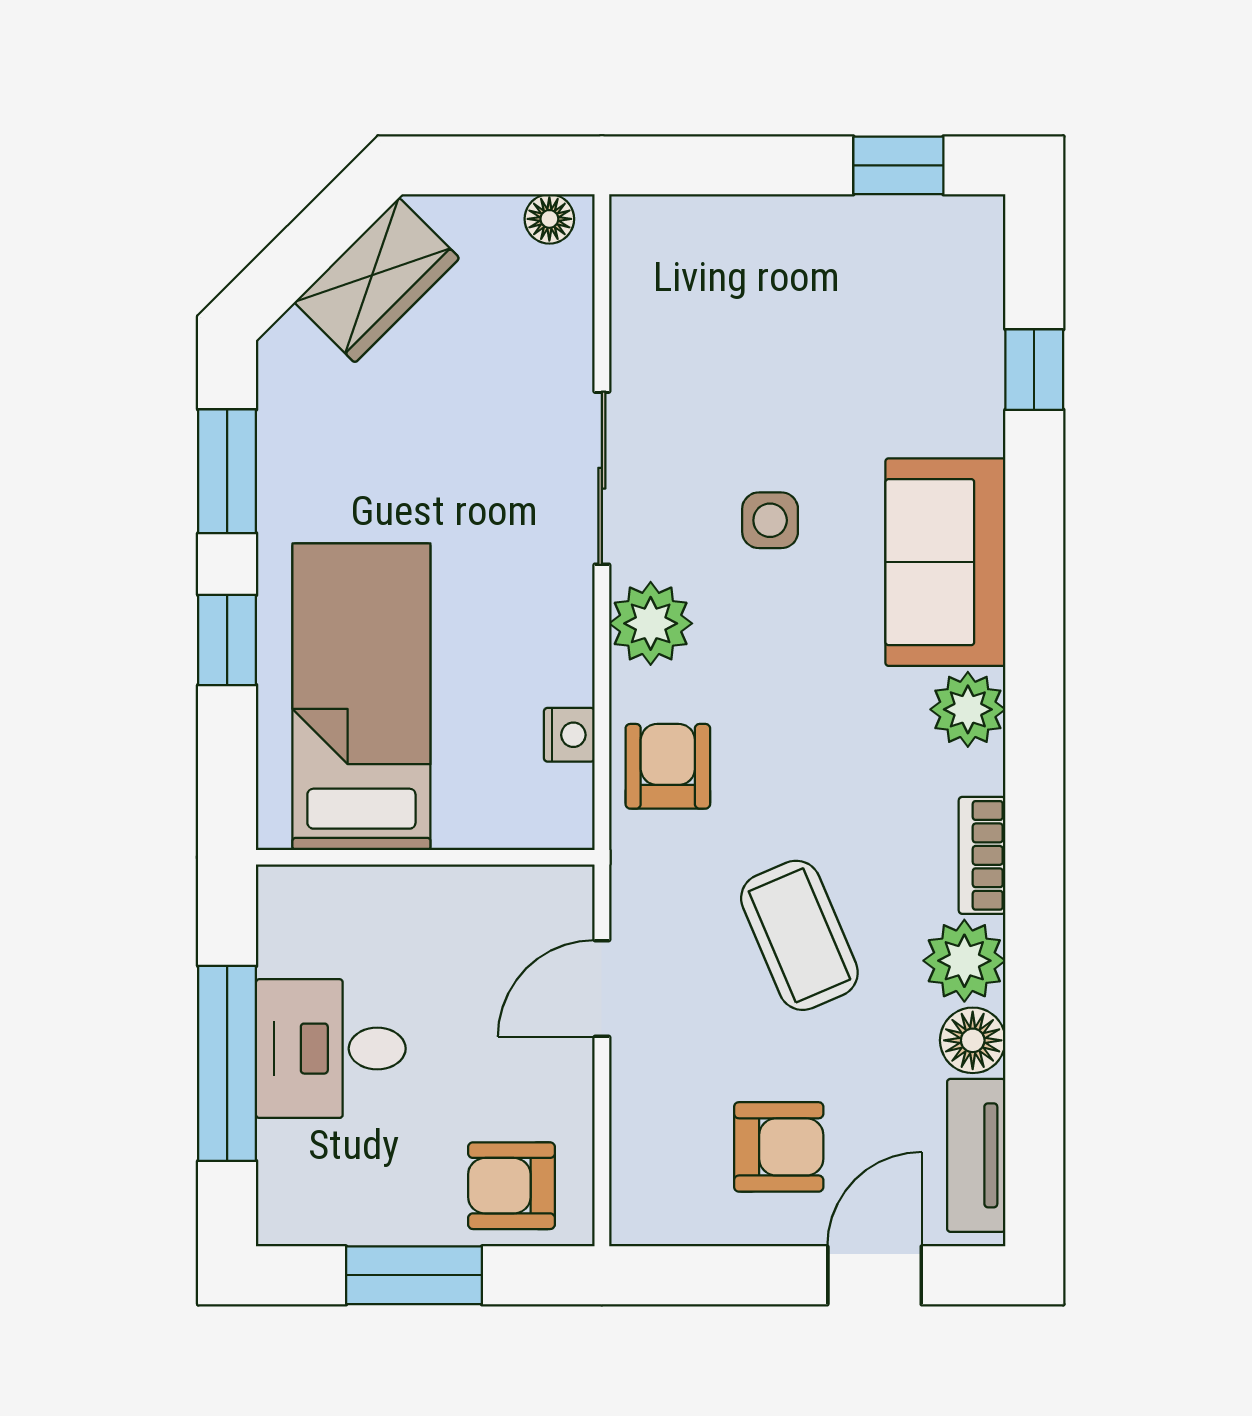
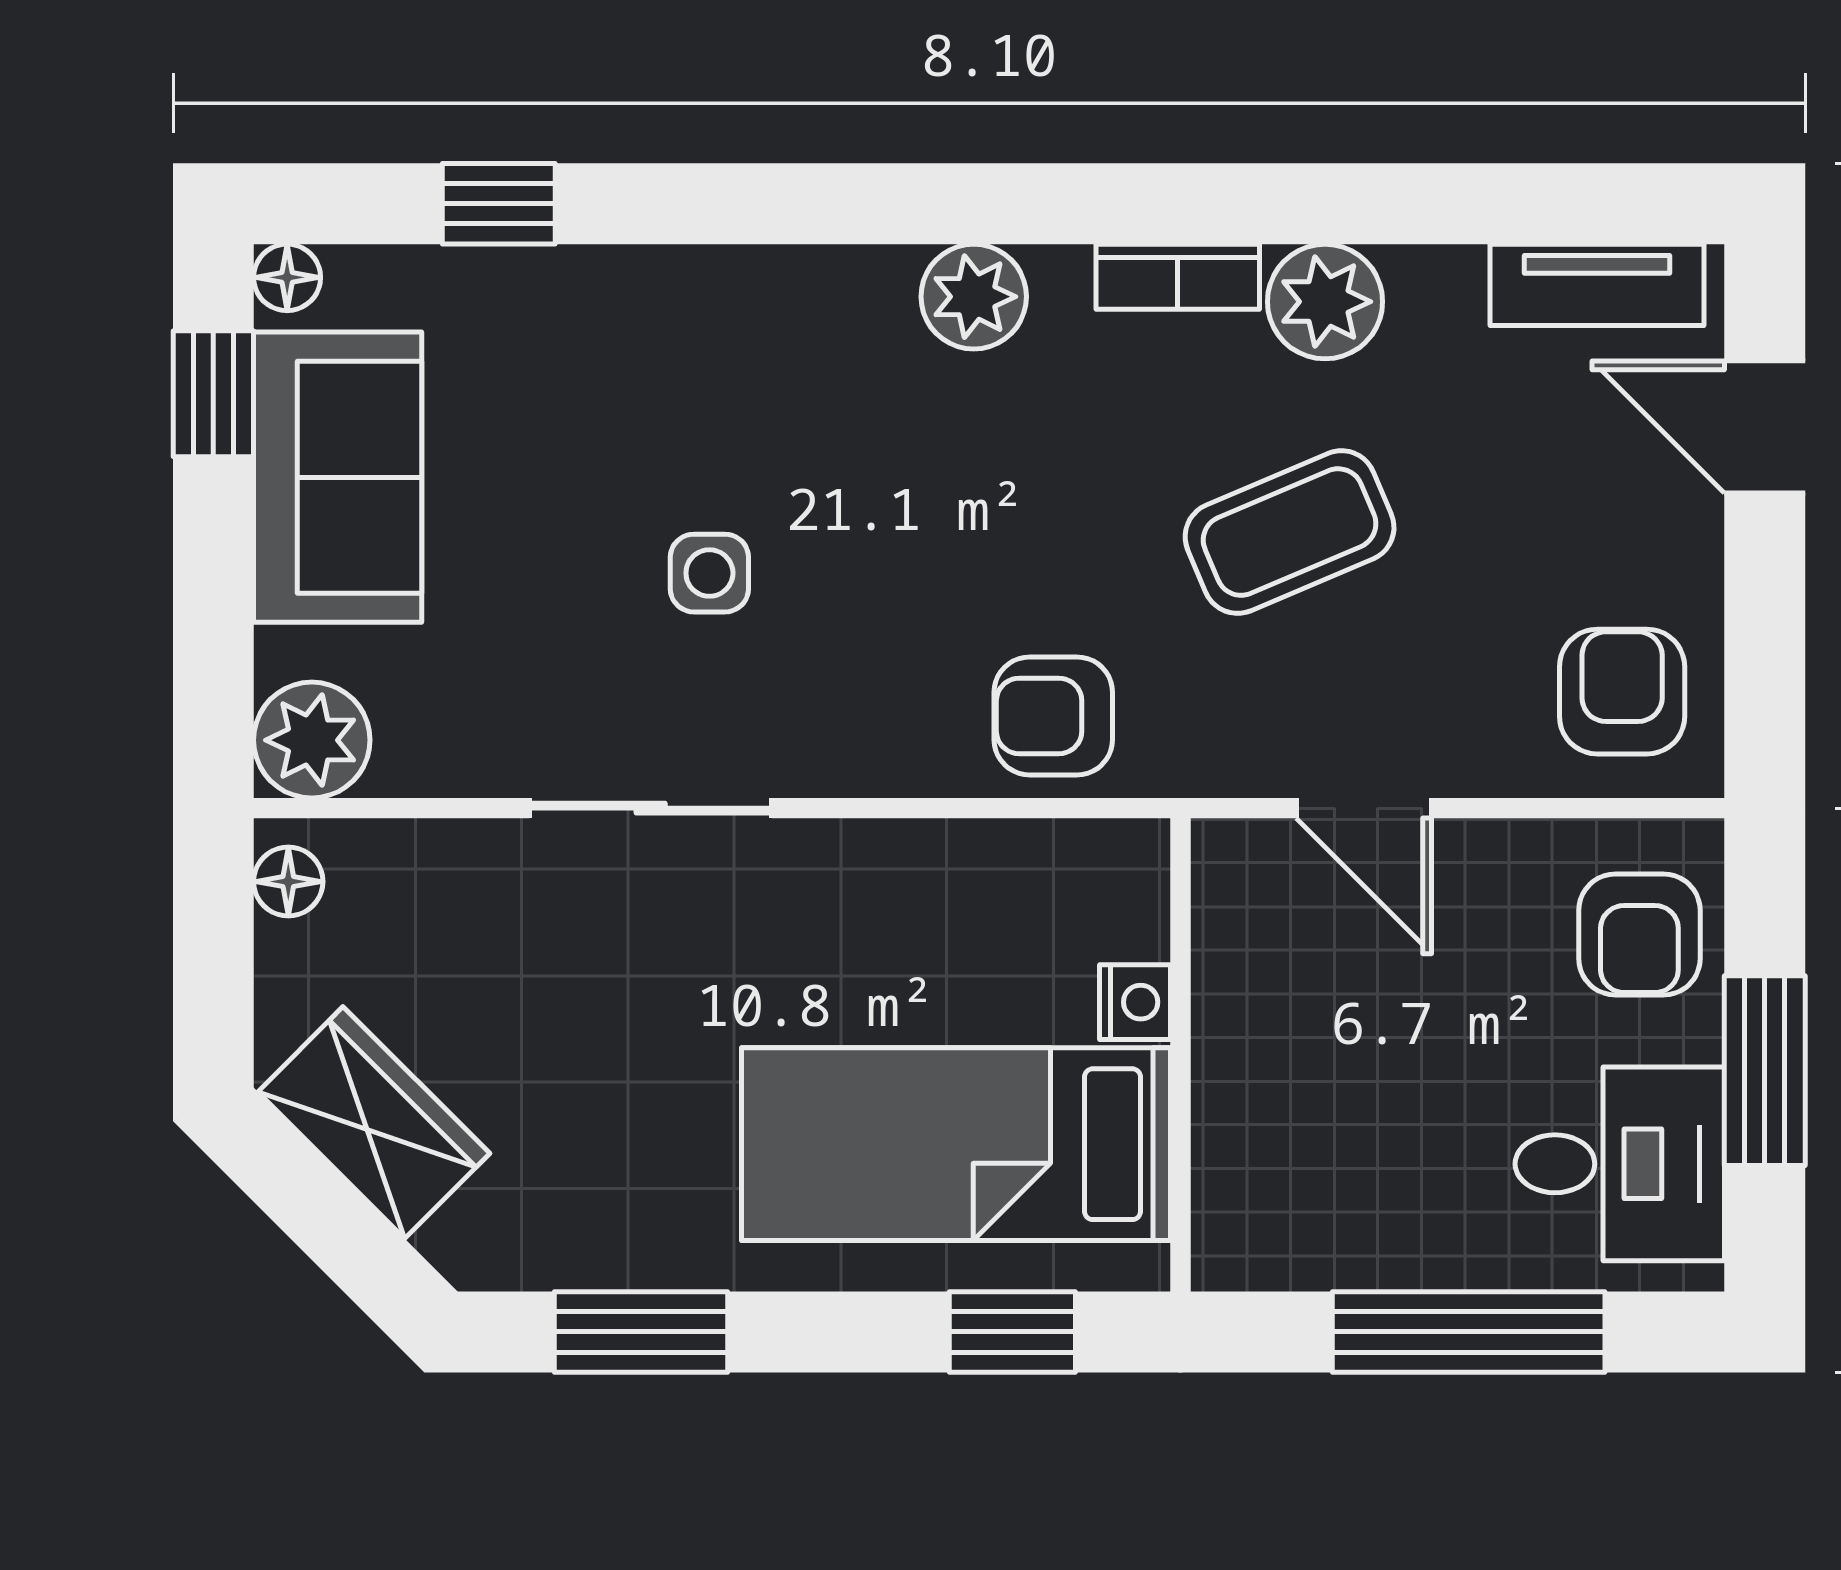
sofa: (945, 562) -> (338, 477), moved, turned -90
plant: (651, 623) -> (312, 740), moved
window: (227, 640) -> (1012, 1332), moved
nightstand: (569, 735) -> (1135, 1002), moved, turned 90
floor lamp: (973, 1040) -> (287, 277), moved, width x0.73, depth x0.73
desk: (331, 1049) -> (1620, 1164), moved, turned -90
armchair: (779, 1147) -> (1622, 692), moved

